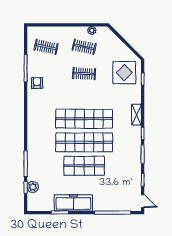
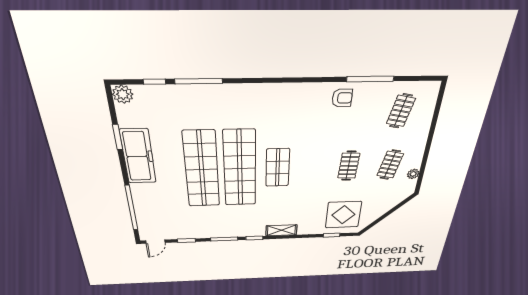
shop shelf: (84, 119) -> (278, 168), width x0.50, depth x0.74
shop shelf: (84, 166) -> (202, 170), width x1.40
plant: (33, 187) -> (123, 94), moved

